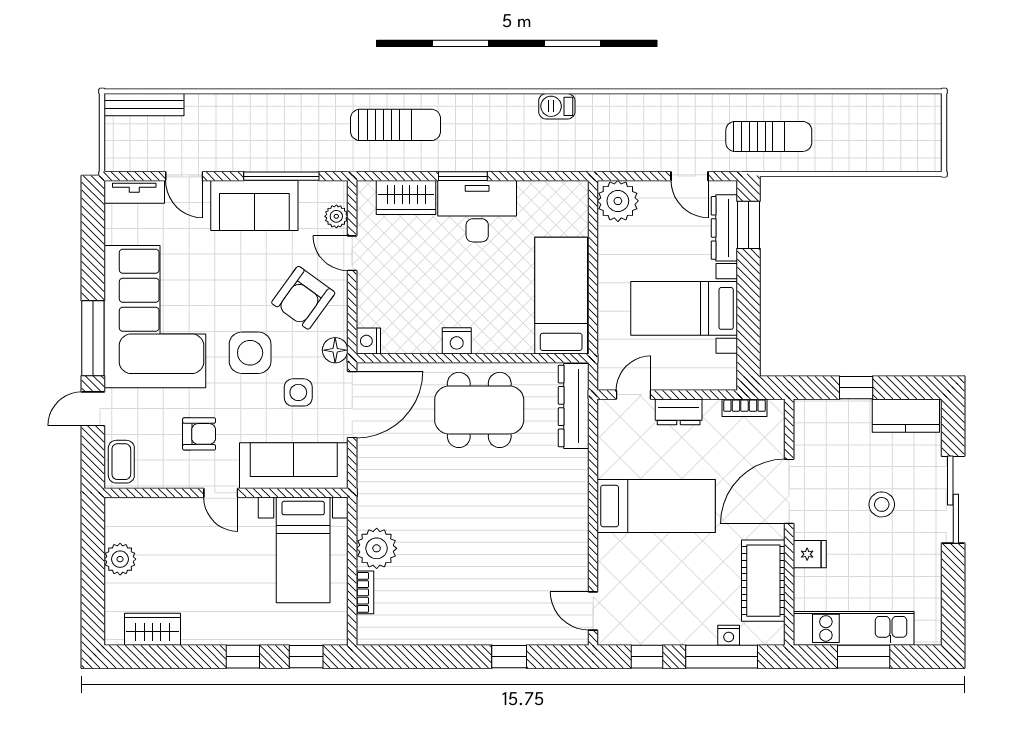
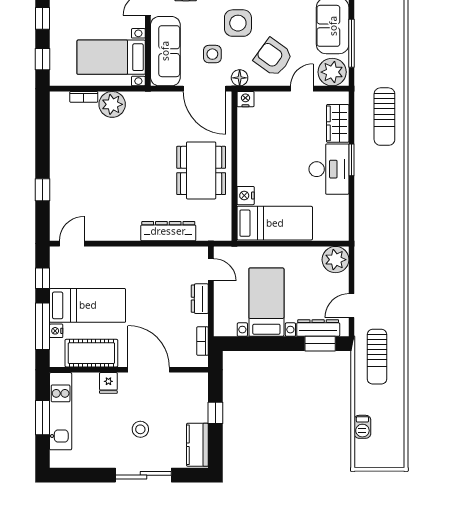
barbecue: (557, 106) -> (362, 427), moved, turned 180
plant: (336, 216) -> (332, 72), width x1.88, depth x1.88
nightstand: (457, 341) -> (246, 196), moved
dresser: (574, 406) -> (168, 231), moved
bed: (656, 506) -> (88, 305), moved, turned -90

